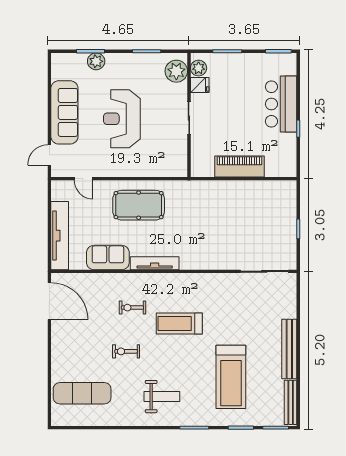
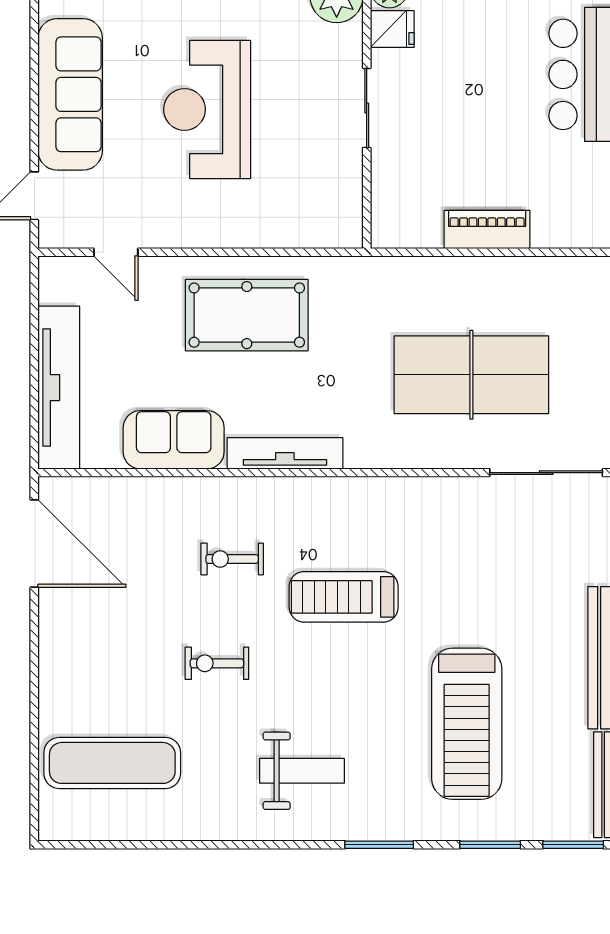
piano: (240, 167) -> (487, 229), width x0.73, depth x0.75
table tennis table: (233, 230) -> (471, 375), added

